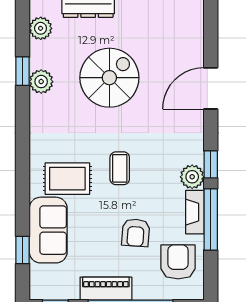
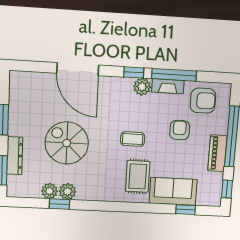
plant: (41, 28) -> (49, 191), moved
door: (211, 88) -> (78, 69), width x1.36
armchair: (136, 233) -> (180, 130), turned -94
armchair: (178, 262) -> (203, 101), turned 180

